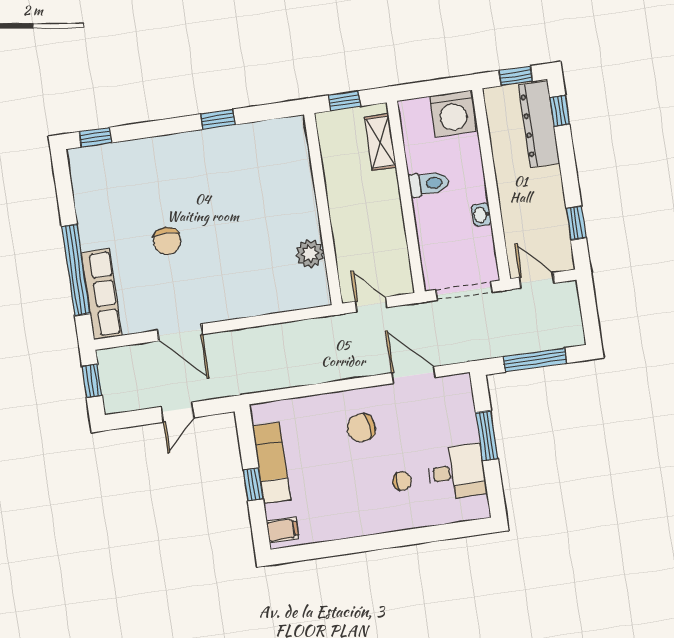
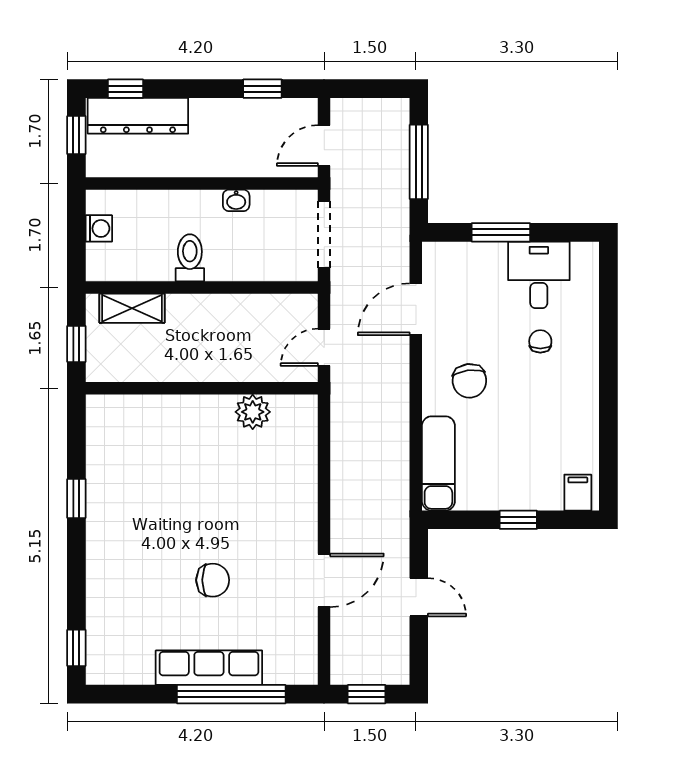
washing machine: (453, 114) -> (99, 228), width x0.53, depth x0.53
row of seats: (101, 294) -> (209, 668), moved
exam couch: (271, 463) -> (438, 463), moved, turned 90

